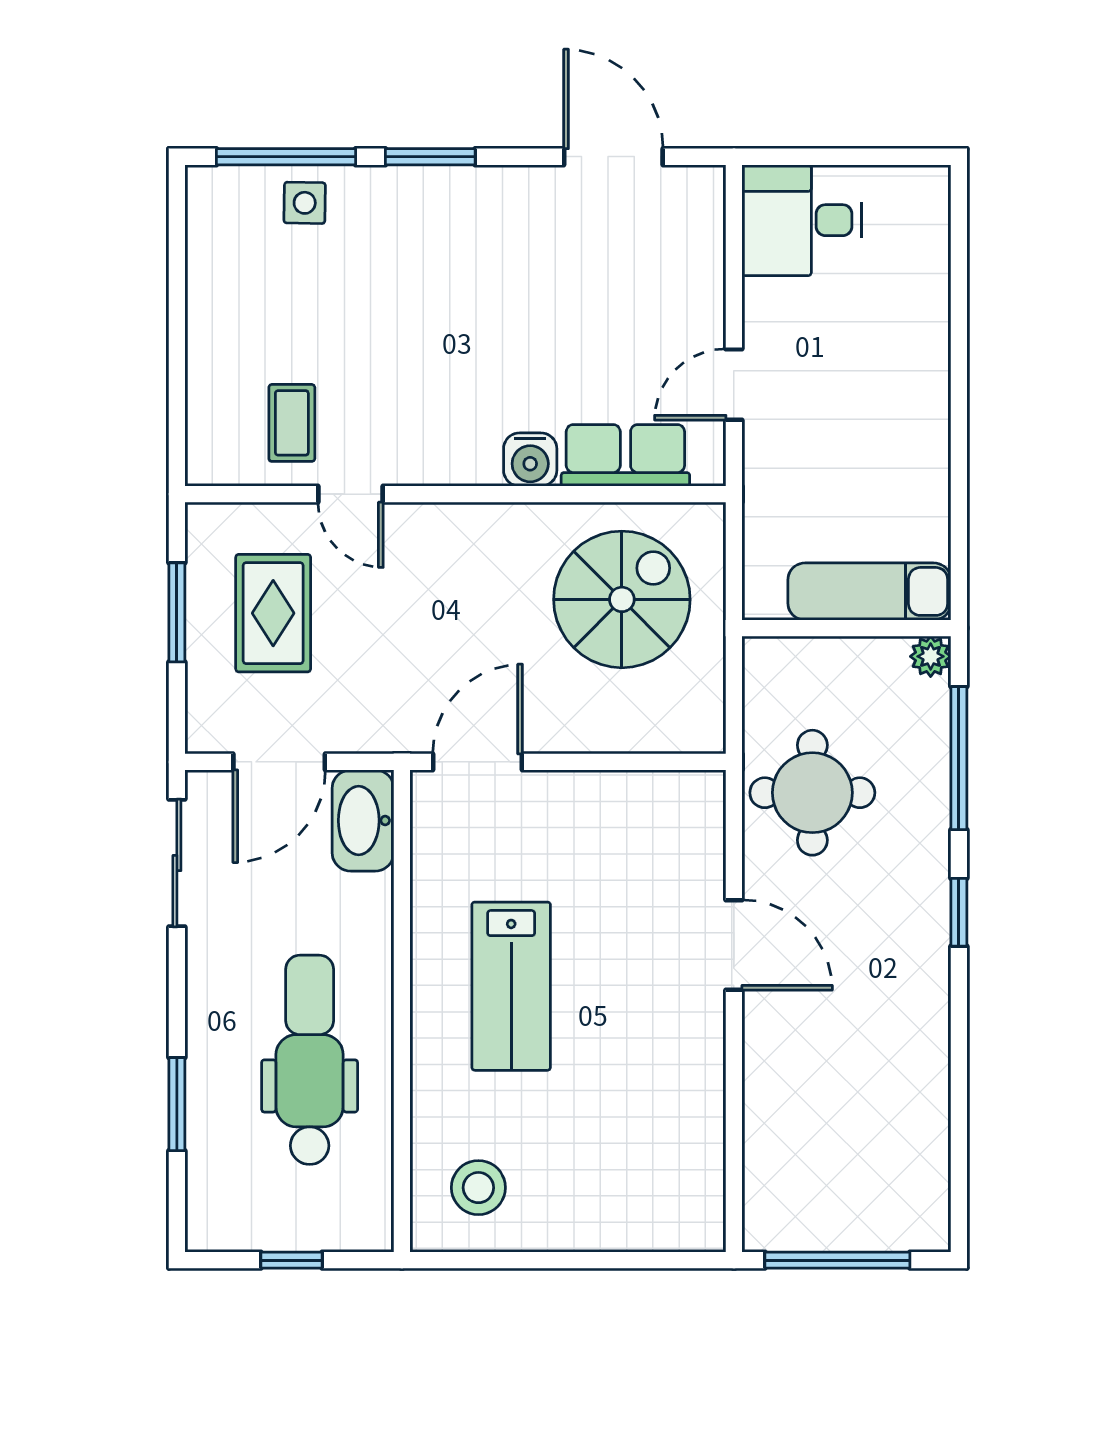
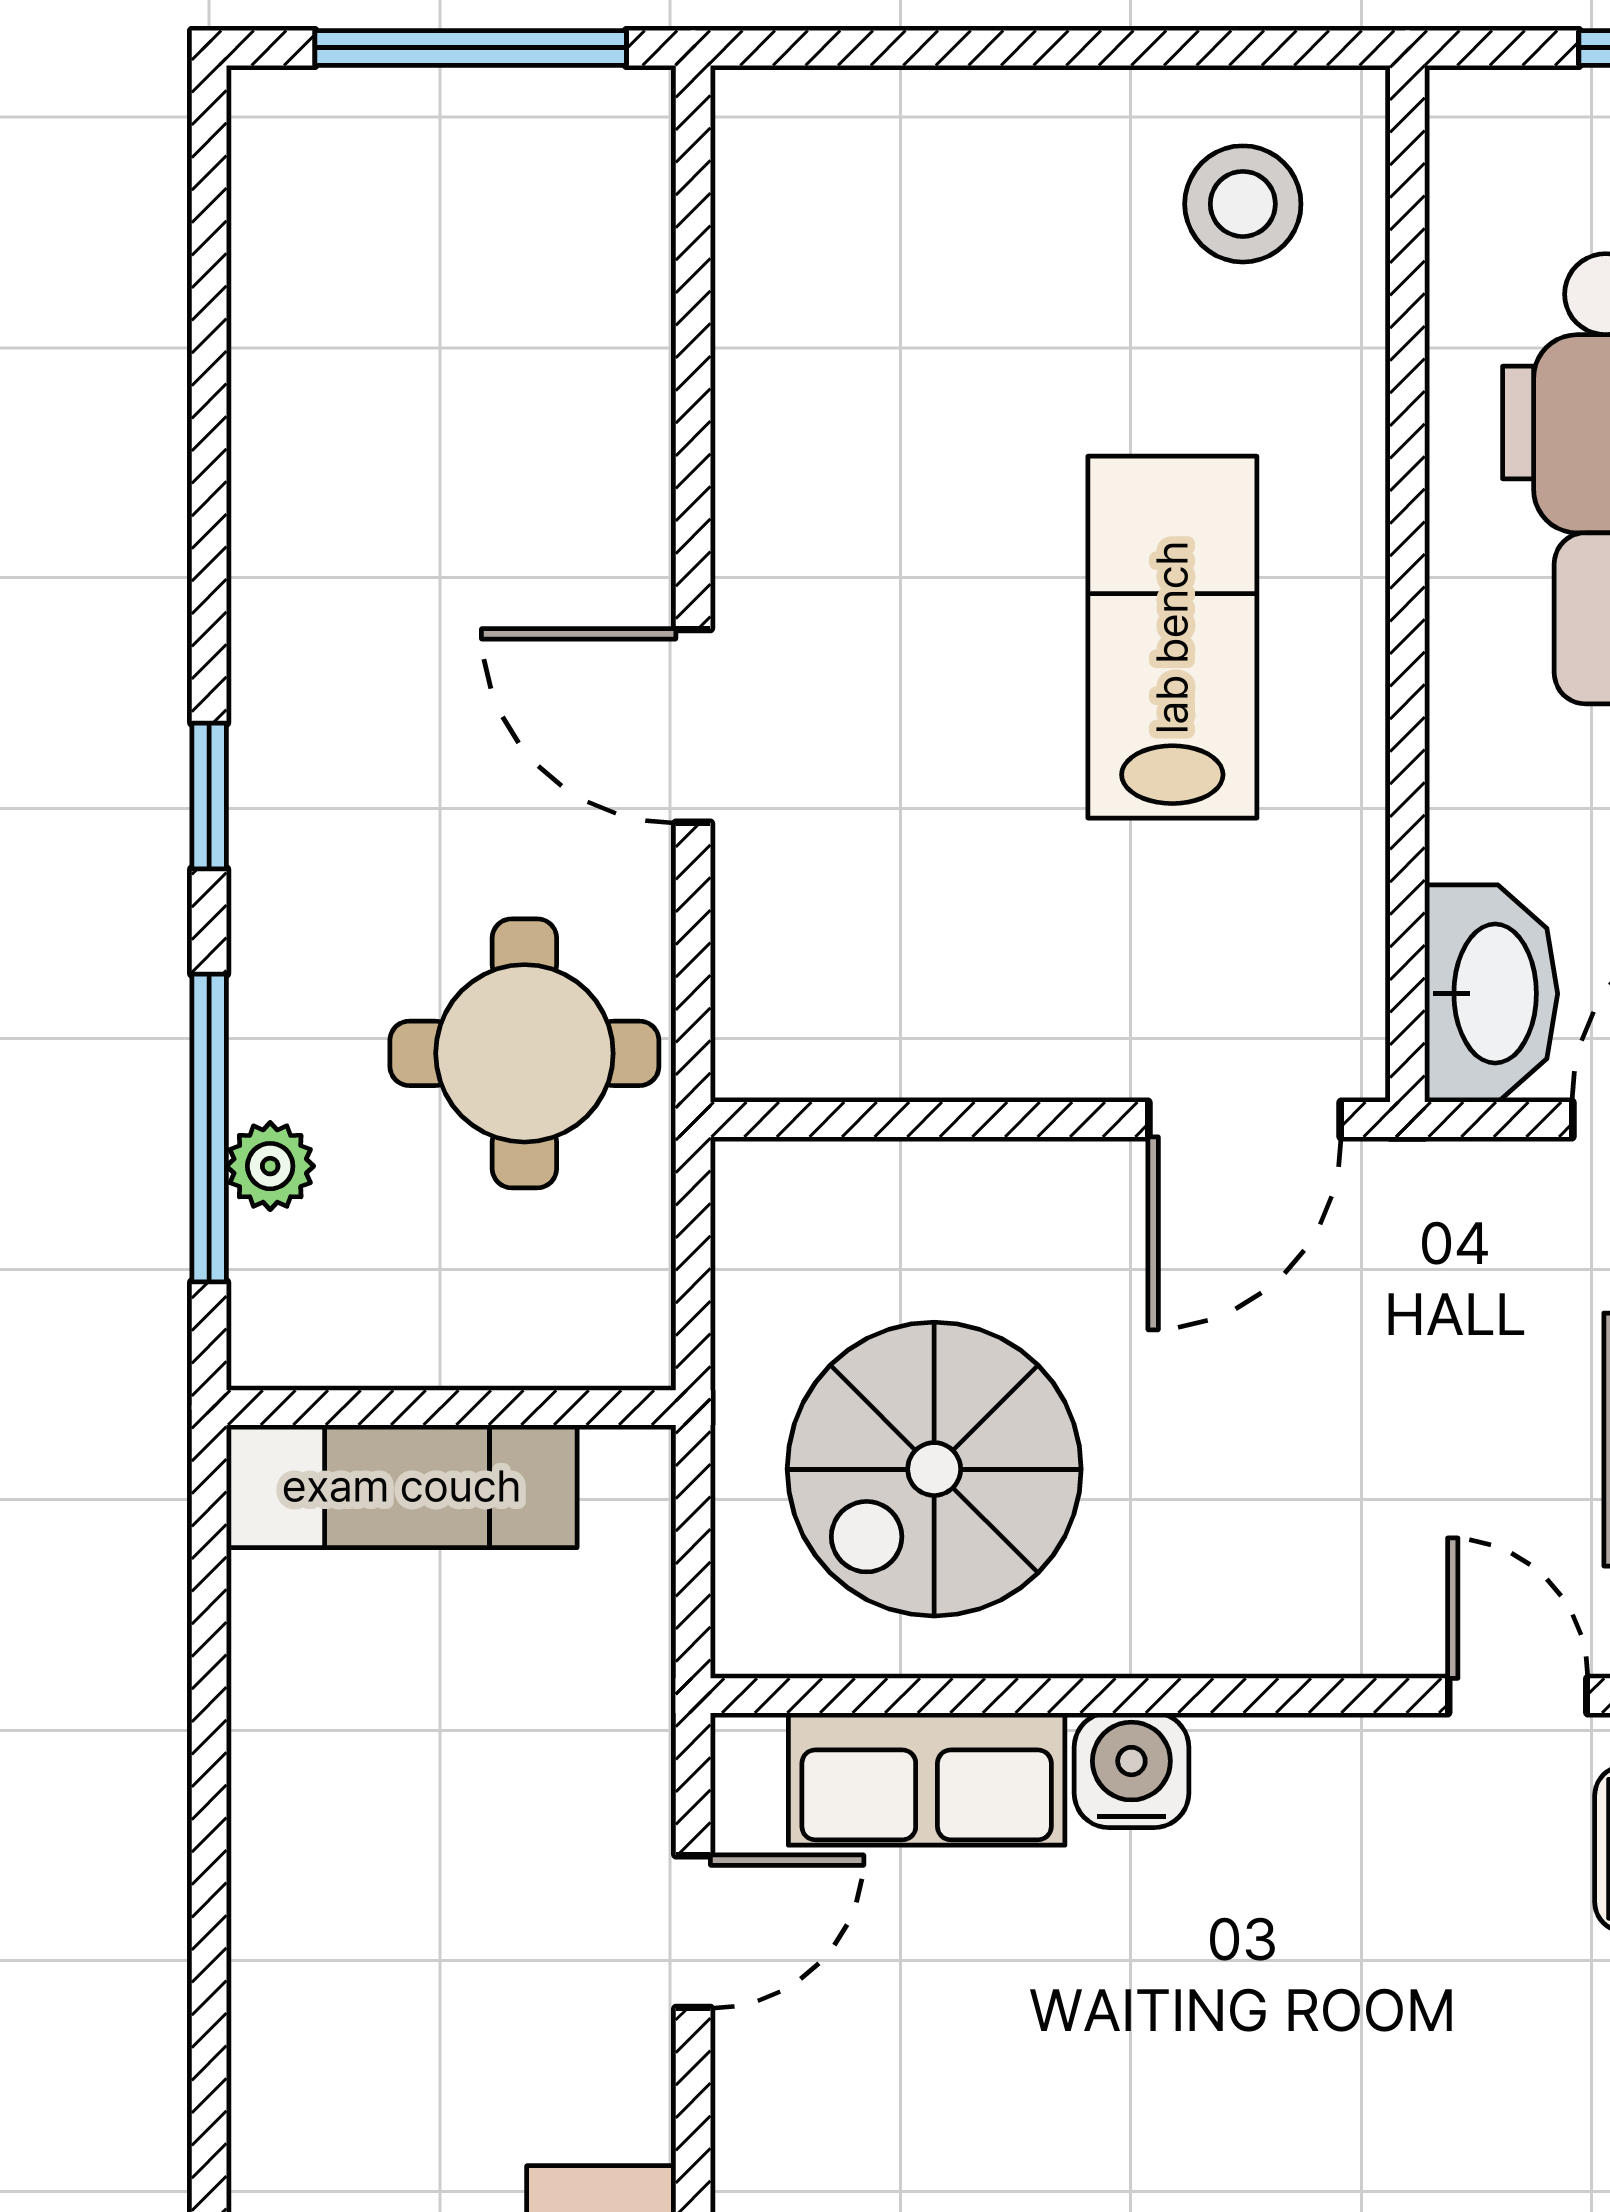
plant: (931, 656) -> (270, 1166), moved

